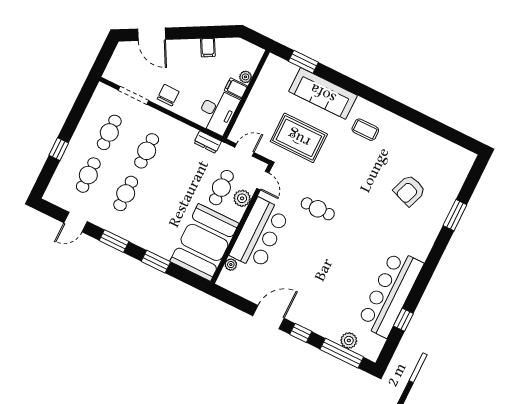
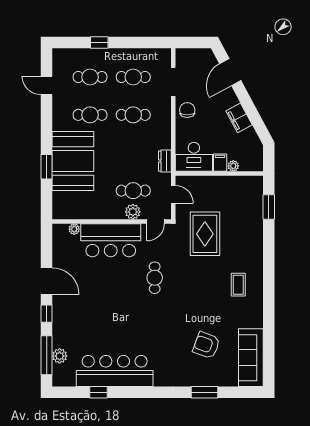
filing cabinet: (208, 48) -> (239, 118), width x2.00
sofa: (323, 93) -> (251, 358), moved
chair: (168, 95) -> (187, 110), turned -90
window: (114, 241) -> (47, 124), removed
booth: (204, 242) -> (73, 161), moved, turned 90

